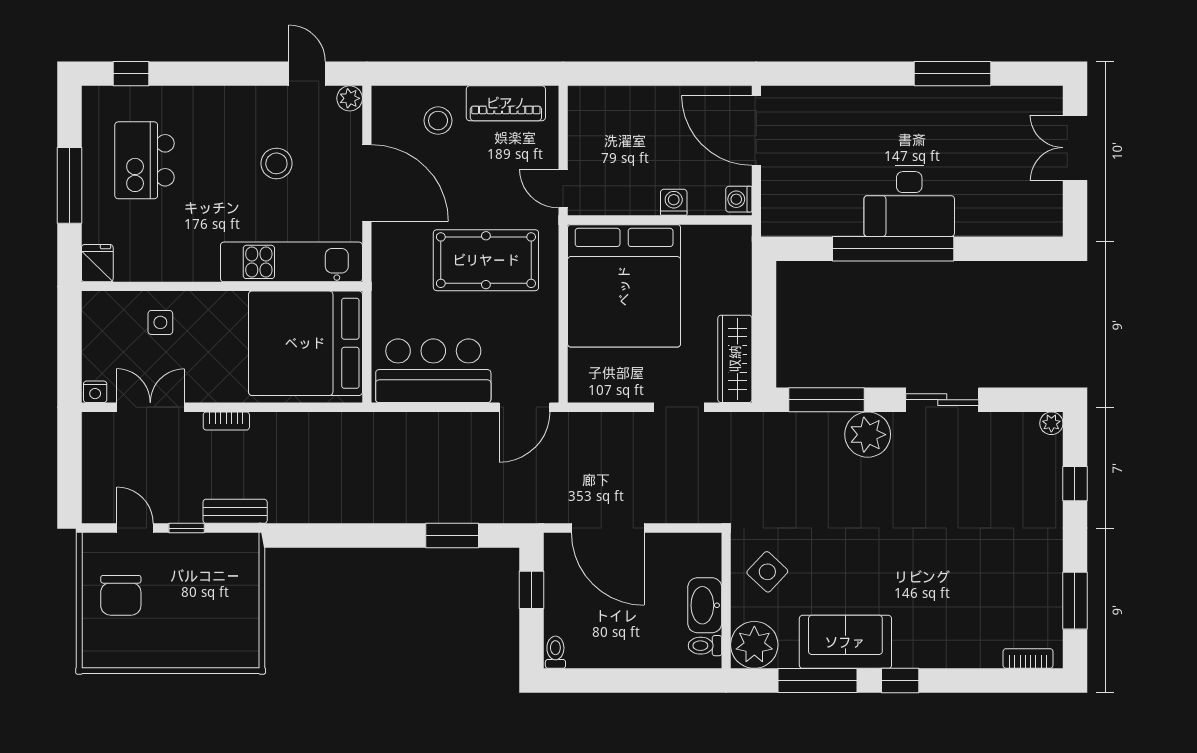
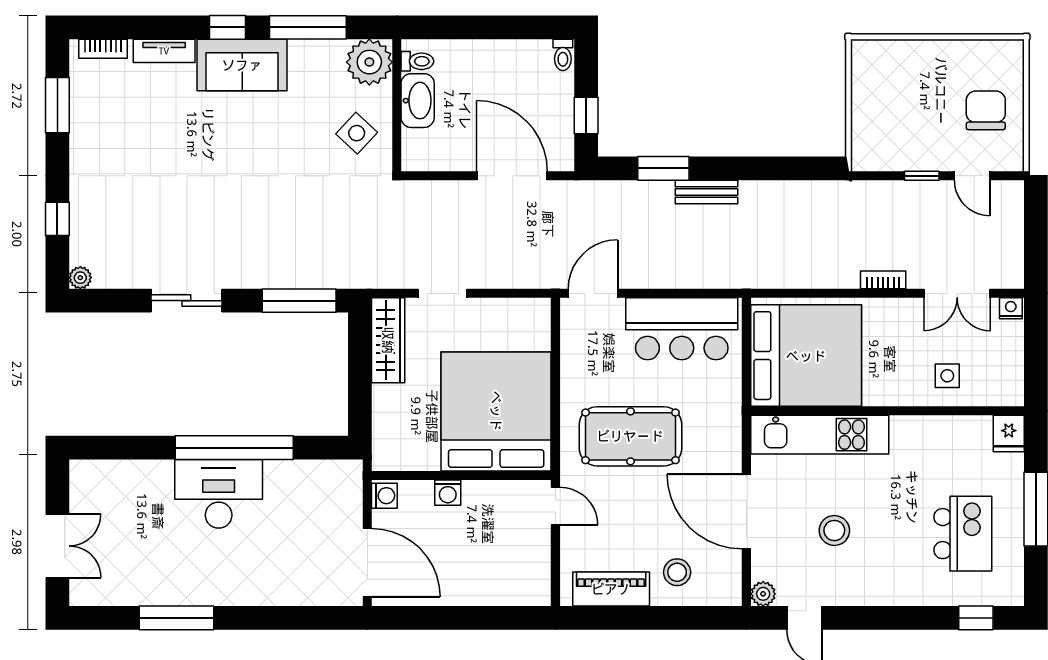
plant: (868, 435) -> (259, 267), removed
bench: (235, 511) -> (707, 192), moved
sofa: (845, 642) -> (242, 65), moved
tv unit: (965, 656) -> (164, 51), added

